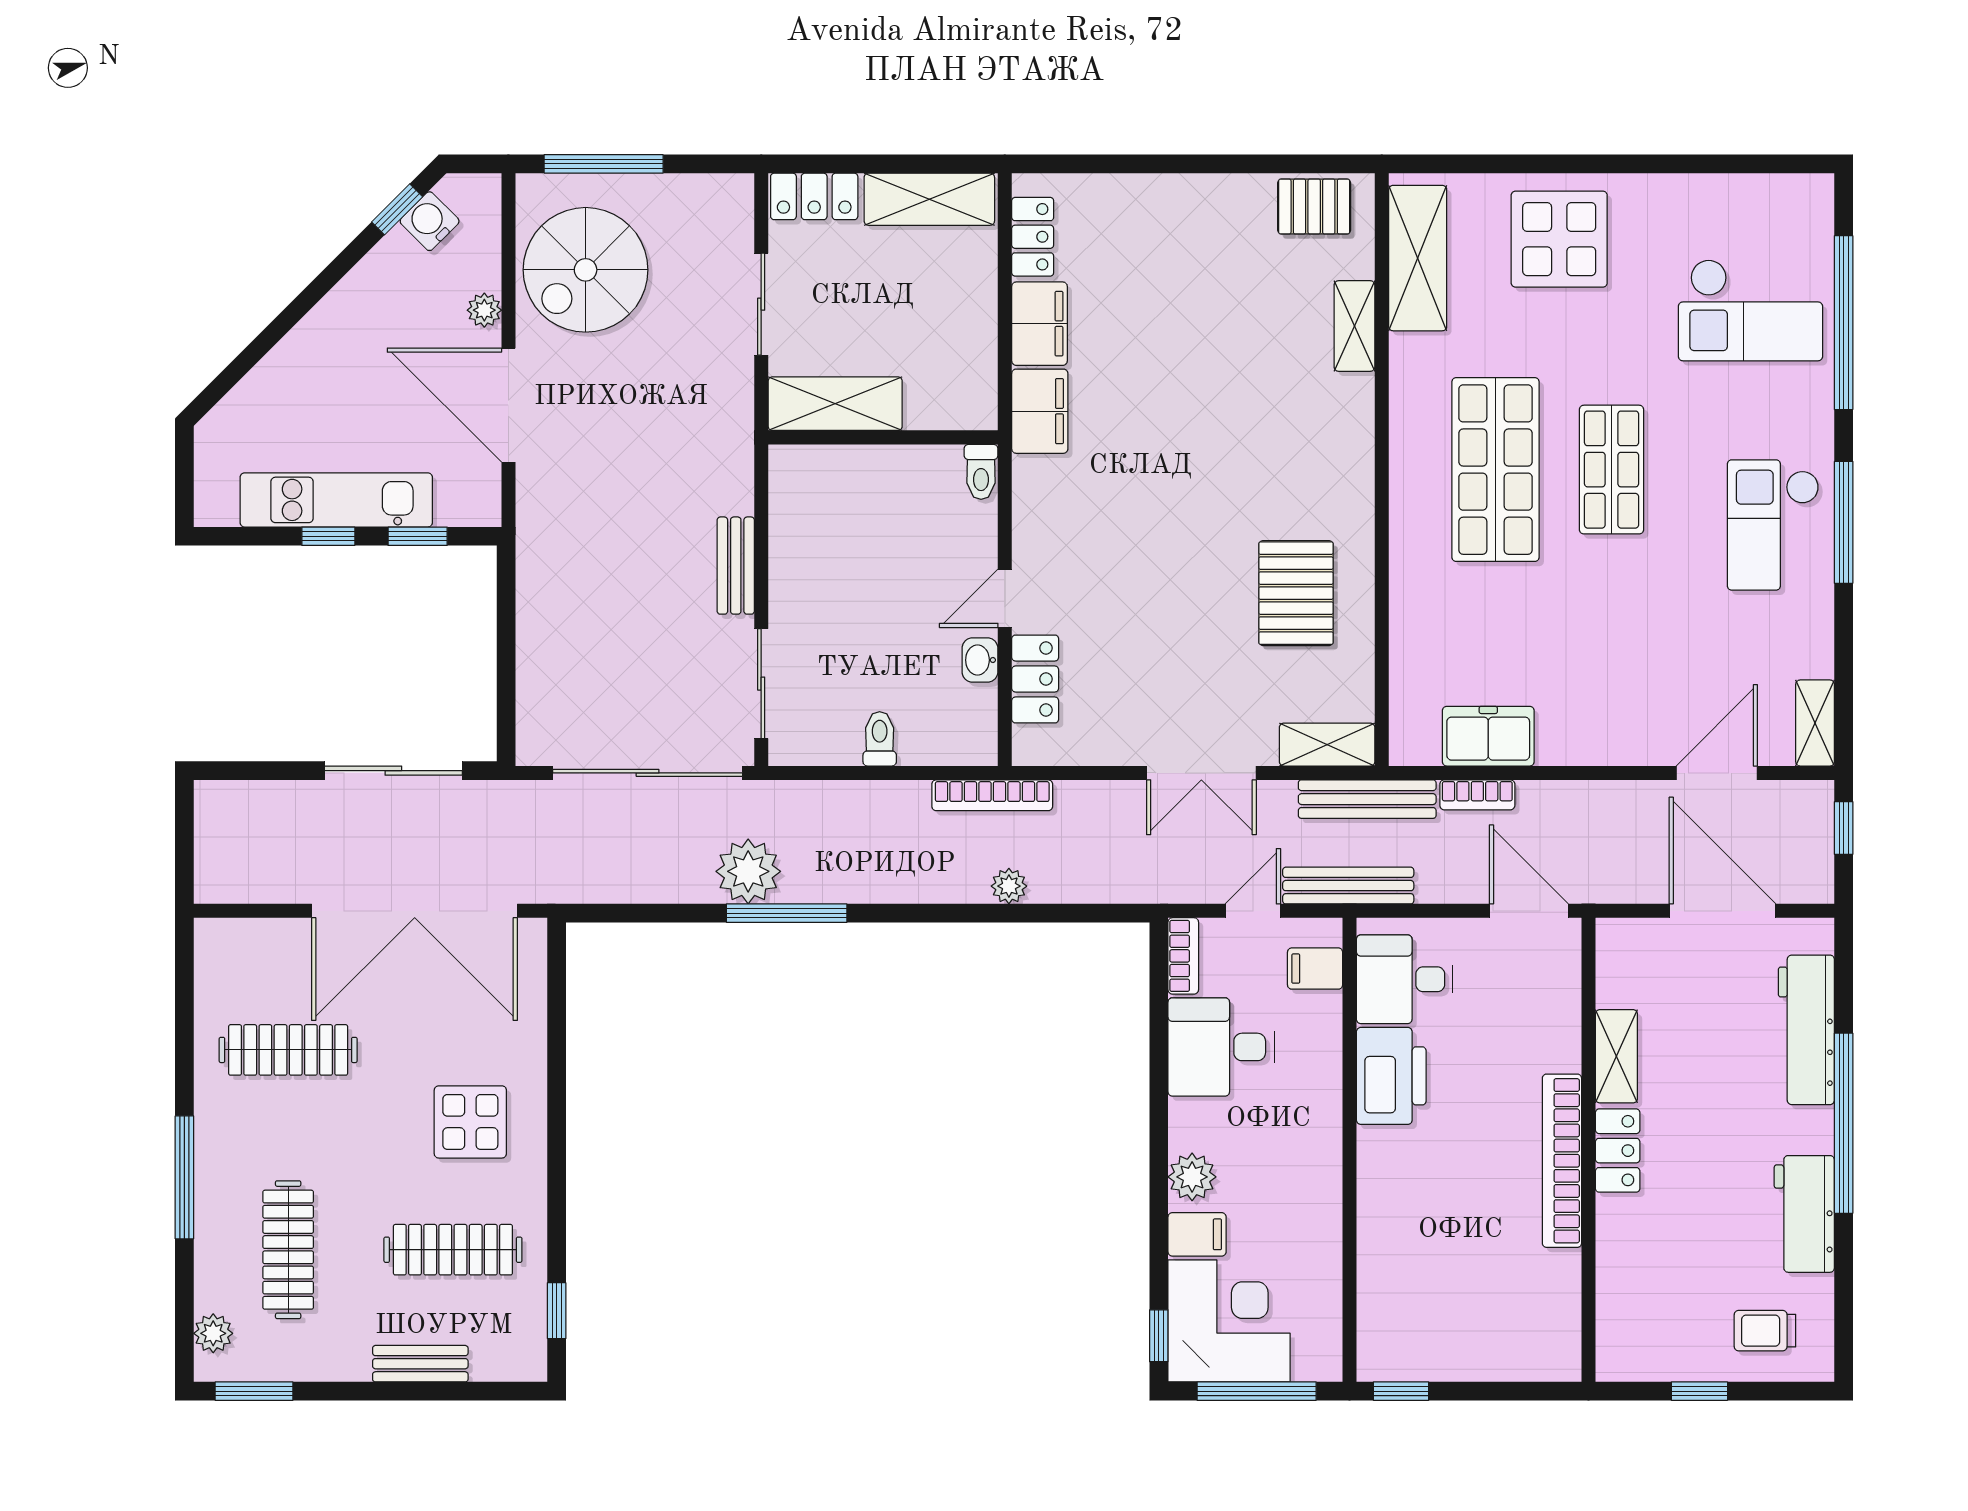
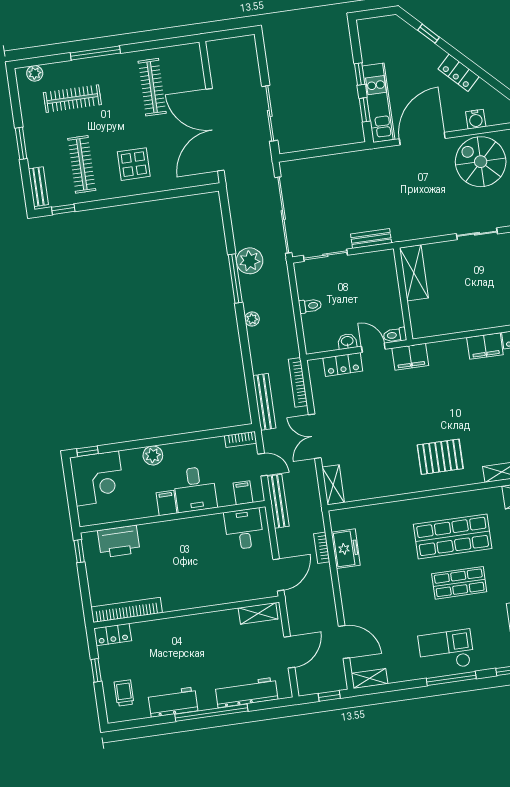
window: (397, 209) -> (429, 34), moved
water cooler: (430, 221) -> (476, 119), moved, turned 135
locker: (360, 293) -> (459, 73), added
plant: (484, 310) -> (459, 123), removed
shelving: (835, 404) -> (414, 273), moved
filing cabinet: (1040, 411) -> (410, 357), moved
wall: (883, 437) -> (403, 294), moved
toilet: (981, 472) -> (395, 335), moved
kitchen unit: (336, 500) -> (379, 103), moved
pallet: (1296, 593) -> (440, 457), moved
bookcase: (992, 795) -> (298, 382), moved
bench: (1367, 799) -> (264, 402), moved
plant: (1009, 886) -> (252, 319), moved
door: (1723, 911) -> (289, 652), width x0.73
desk: (1221, 1047) -> (195, 489), moved, turned 180
shelving: (1616, 1056) -> (258, 613), moved
printer: (1391, 1076) -> (119, 541), moved
locker: (1618, 1151) -> (113, 635), moved
bookcase: (1562, 1161) -> (127, 610), moved
filing cabinet: (1197, 1234) -> (166, 503), moved, turned 180
bench: (420, 1364) -> (38, 187), moved
window: (254, 1391) -> (21, 143), moved
window: (1257, 1391) -> (71, 493), removed

